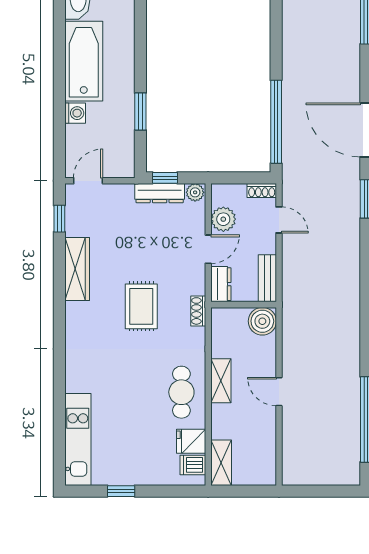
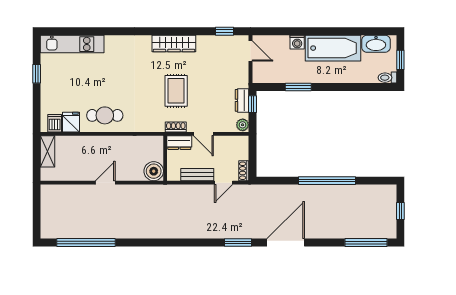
window: (276, 122) -> (327, 181), moved
dresser: (160, 193) -> (242, 100), width x0.70
plant: (223, 219) -> (224, 144), removed
wardrobe: (77, 269) -> (174, 43), moved
bench: (267, 278) -> (197, 175), moved
rug: (141, 306) -> (176, 91), moved, turned 90
shoe rack: (198, 311) -> (176, 127), moved
shelving: (221, 381) -> (113, 143), removed
shelving: (221, 463) -> (48, 151), moved, turned 90

